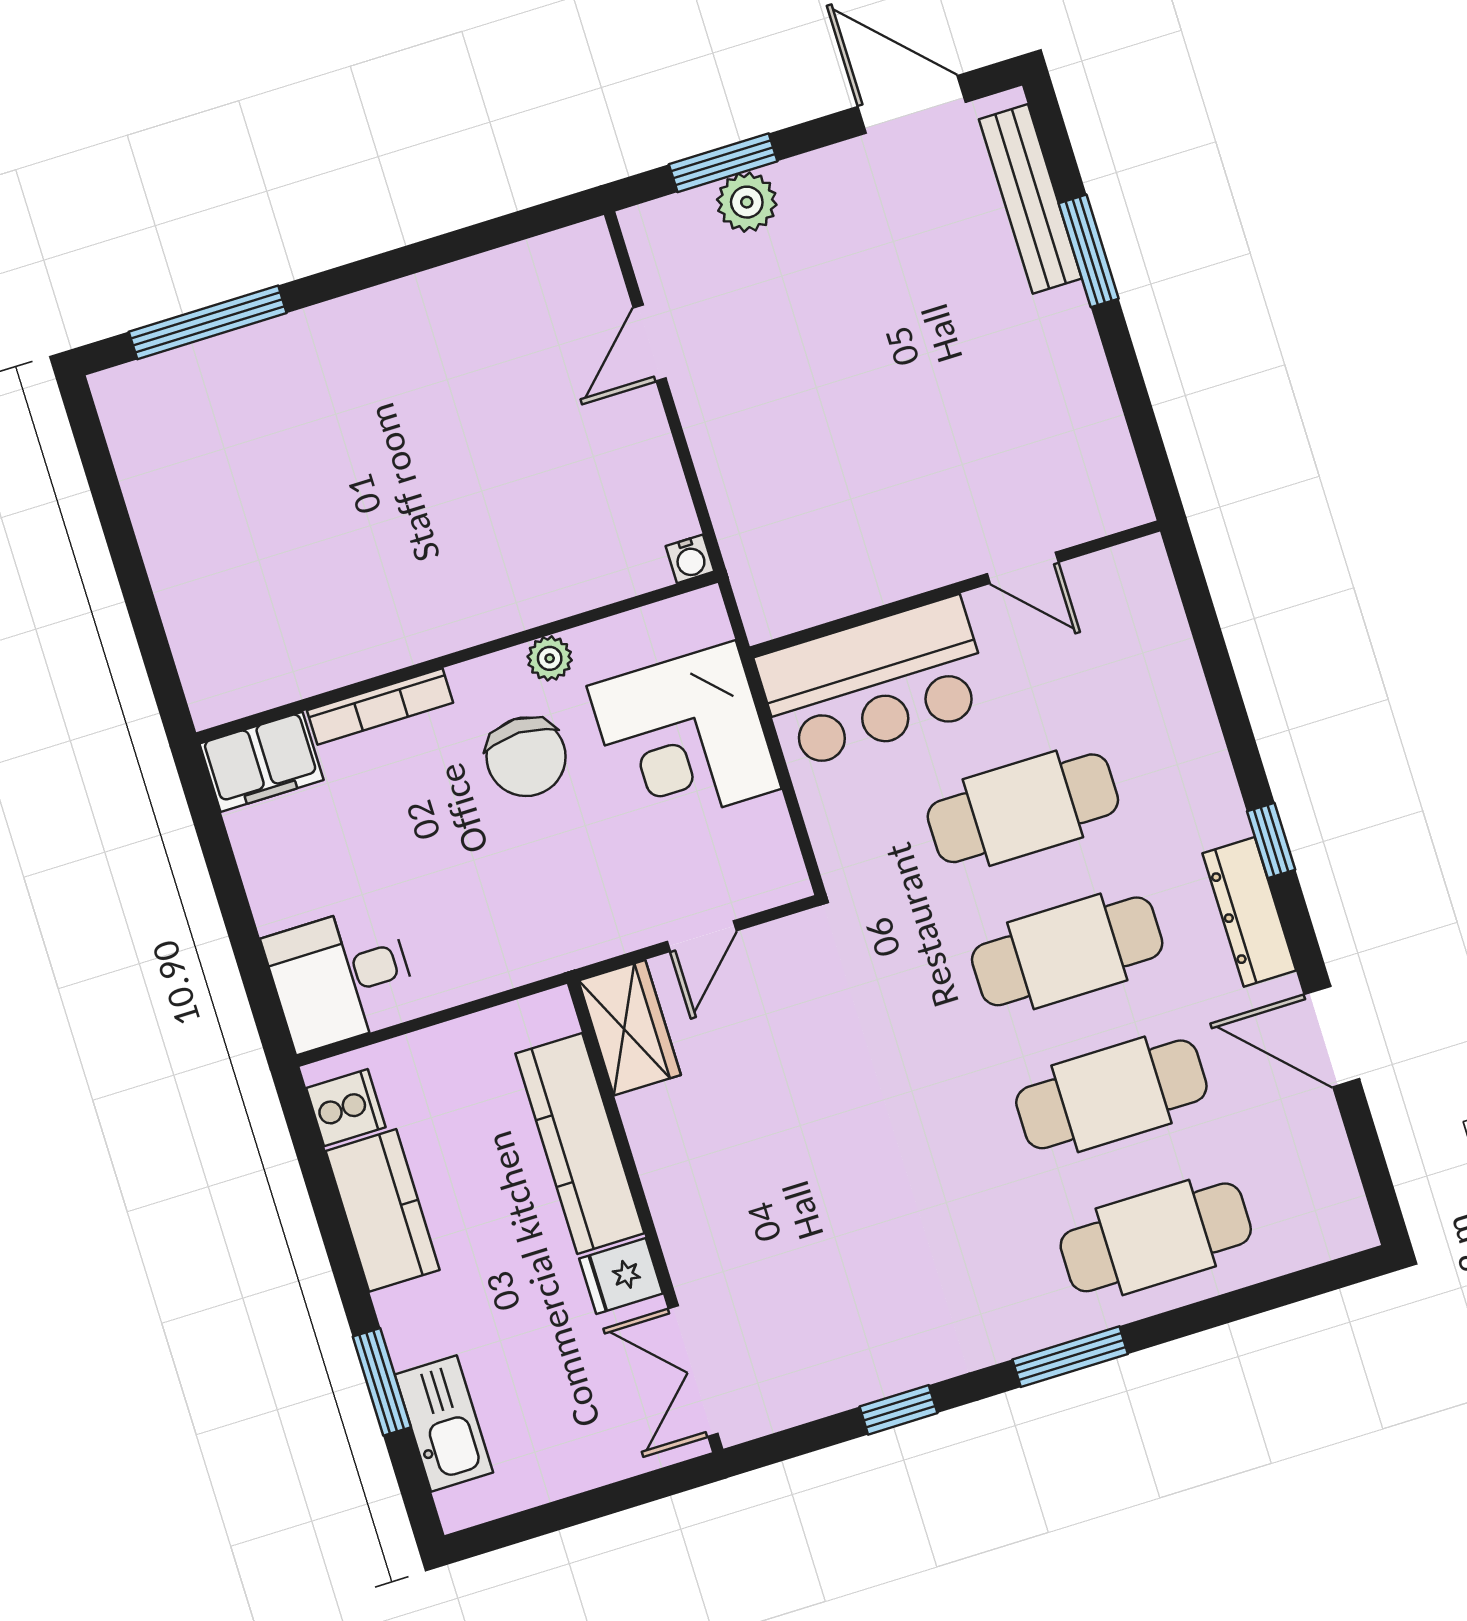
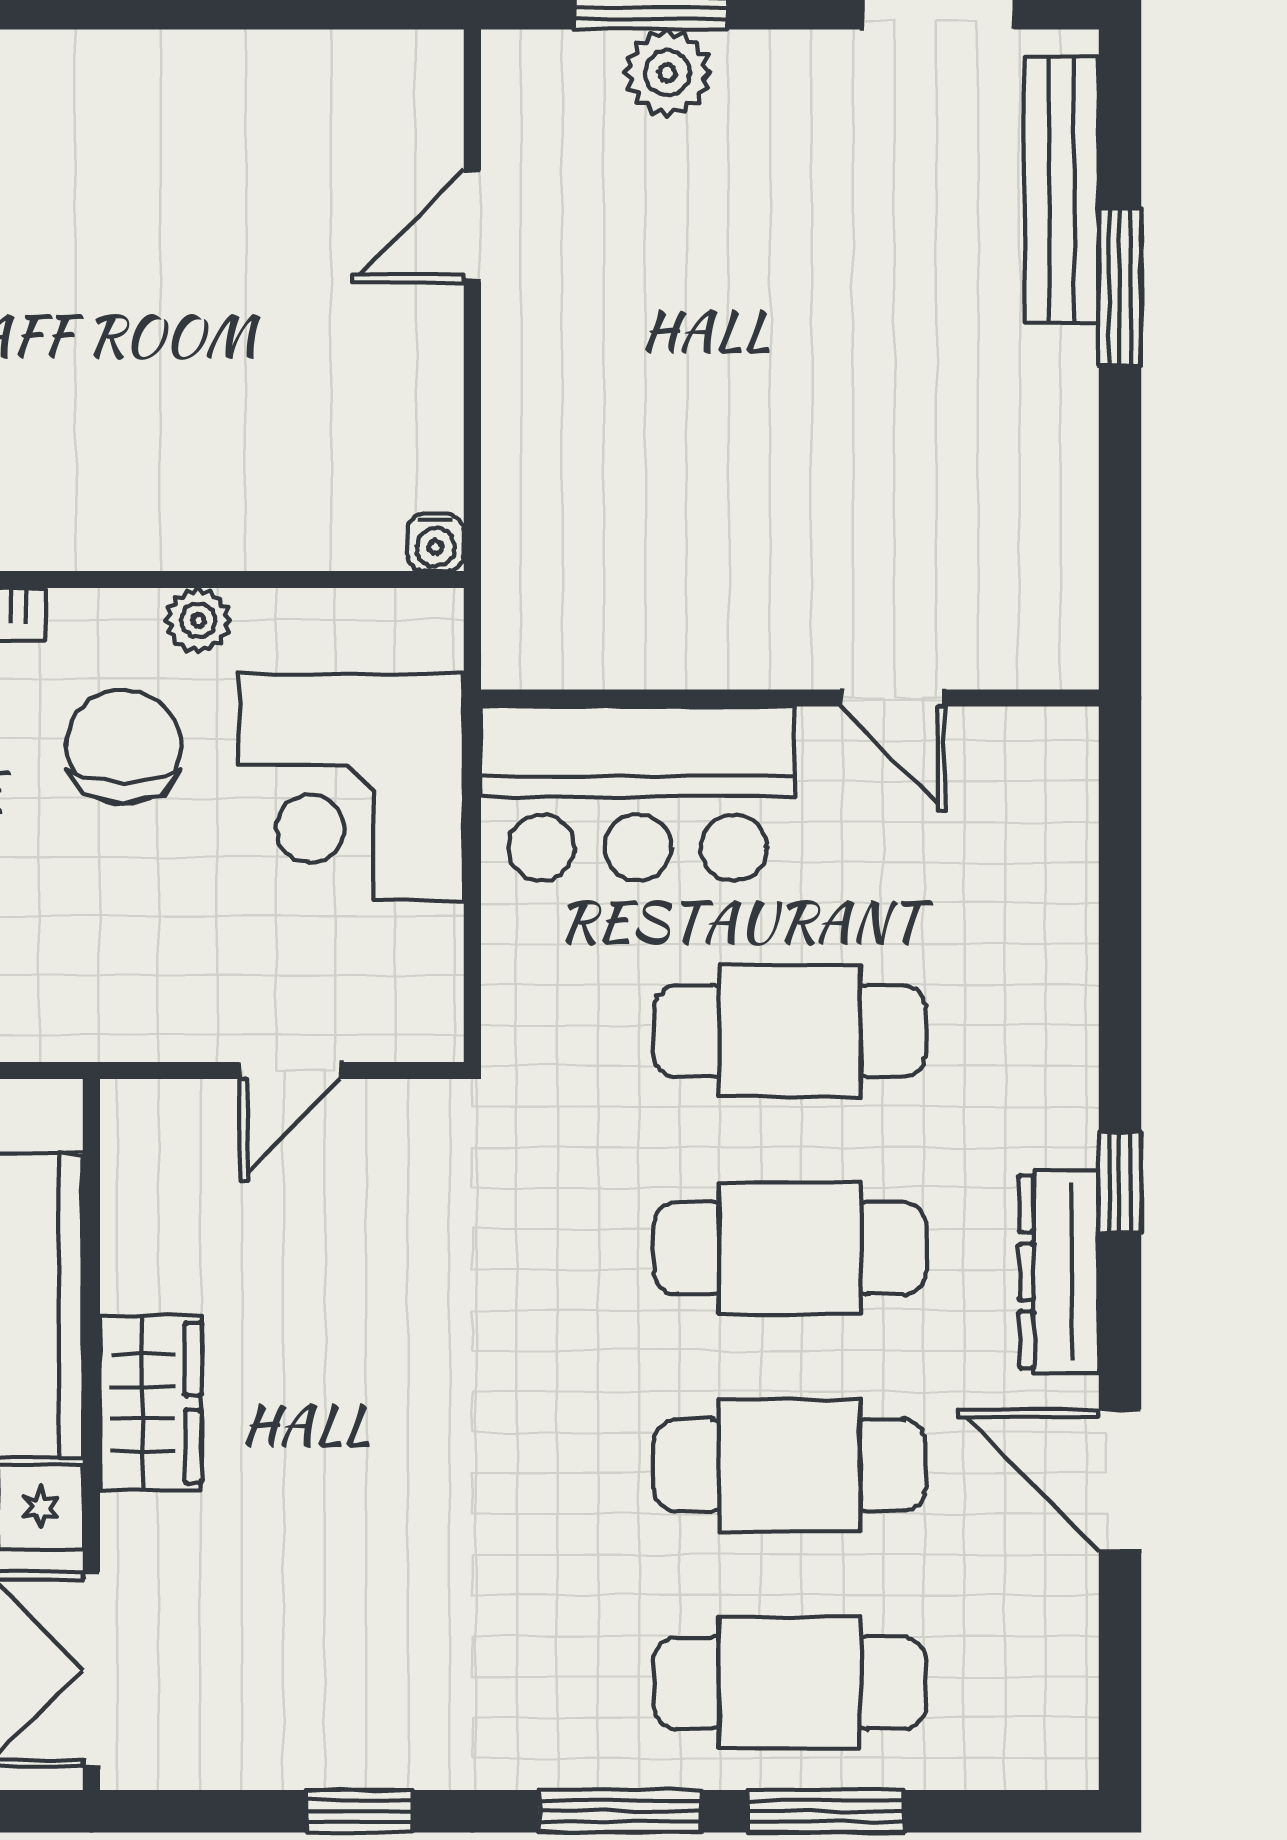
chair: (526, 757) -> (123, 747), turned 180
wardrobe: (630, 1028) -> (151, 1403), moved
window: (1206, 1315) -> (826, 1811), added

